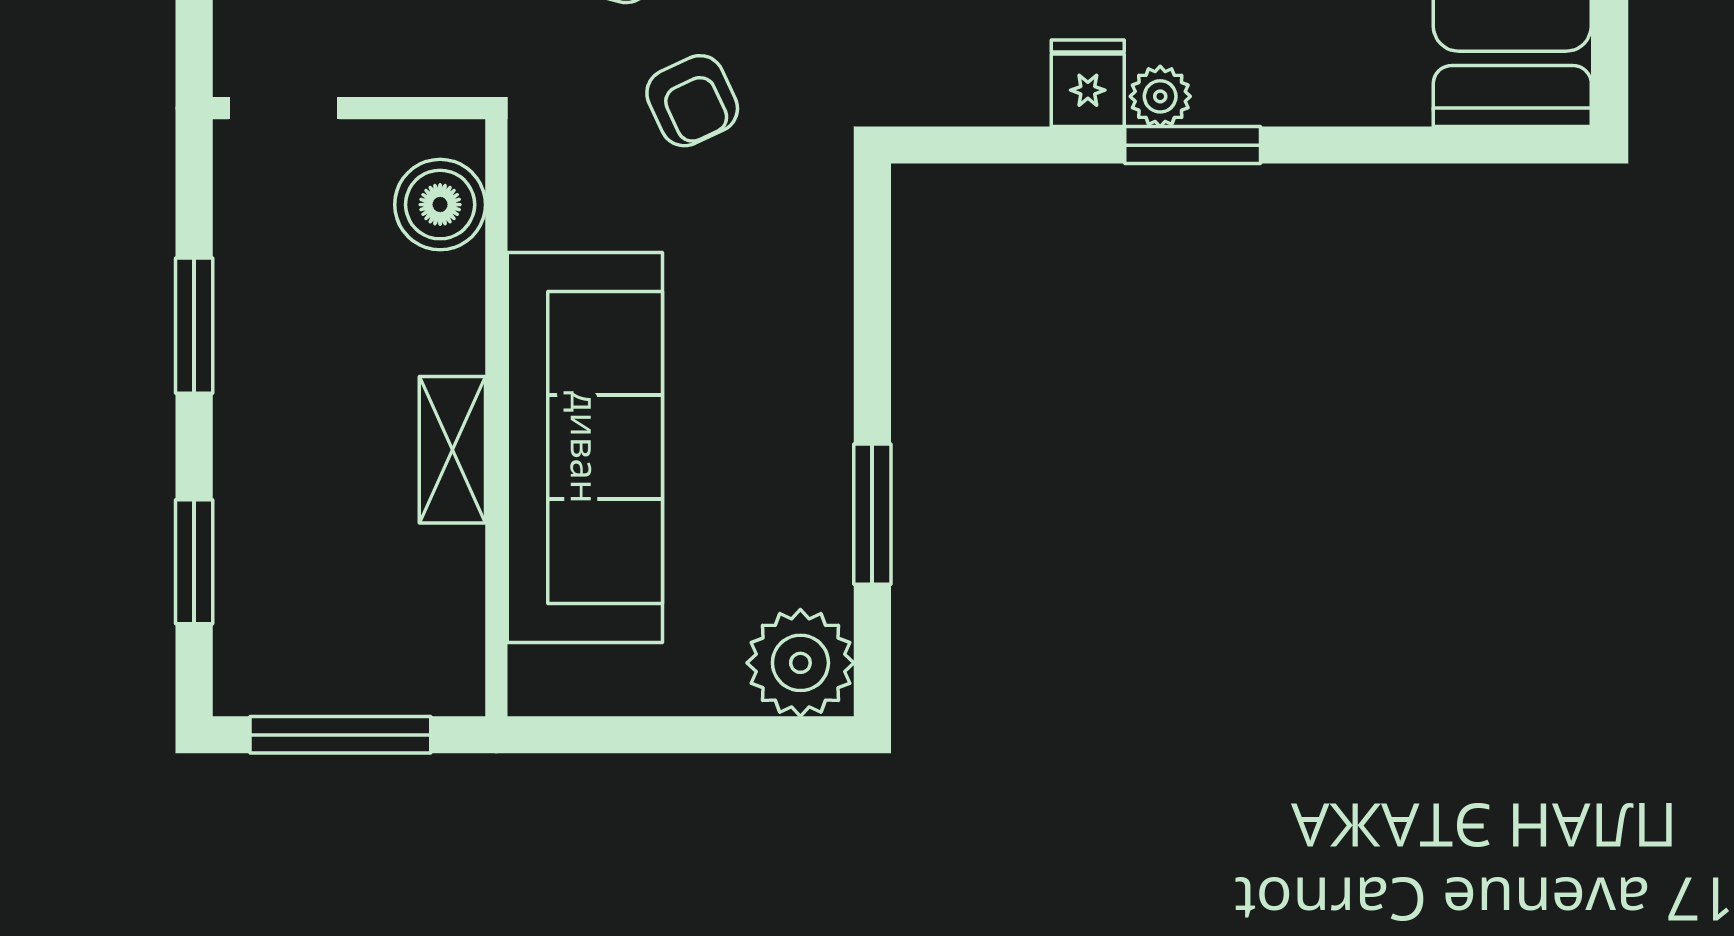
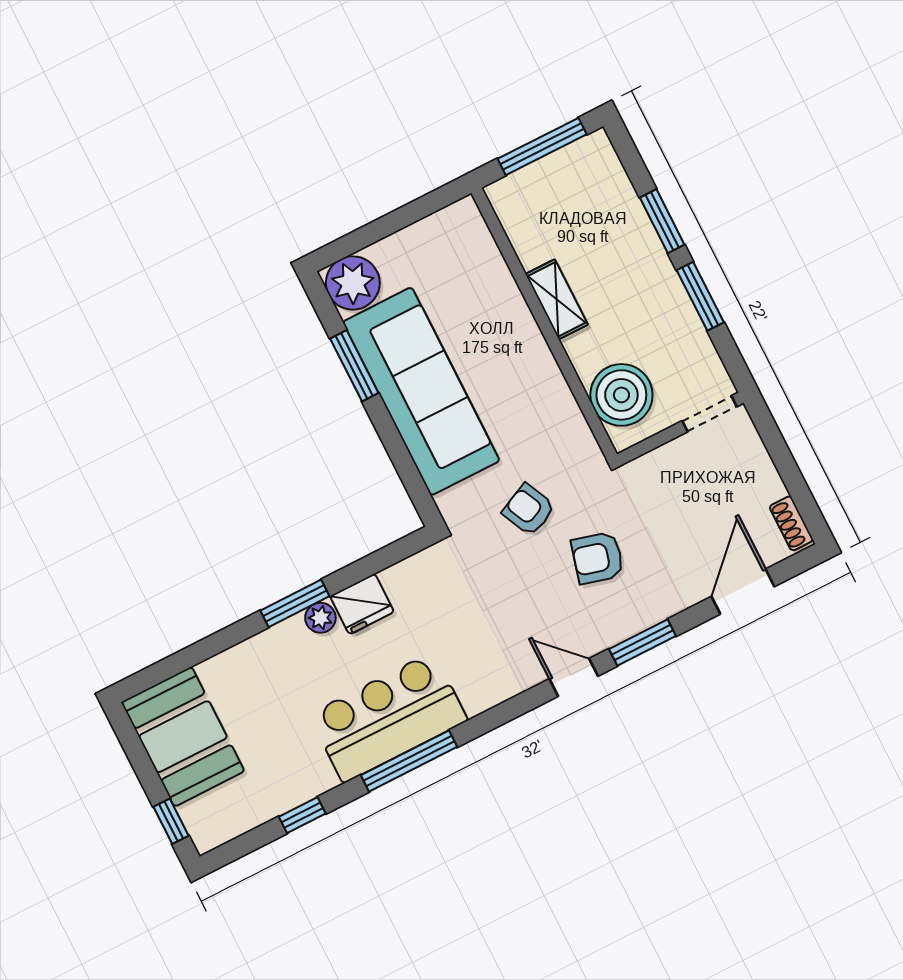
fridge: (1088, 83) -> (362, 604), width x1.38
boiler: (440, 205) -> (621, 395), width x1.37, depth x1.37
sofa: (585, 447) -> (421, 391), moved, turned 180
window: (194, 562) -> (662, 221), moved

